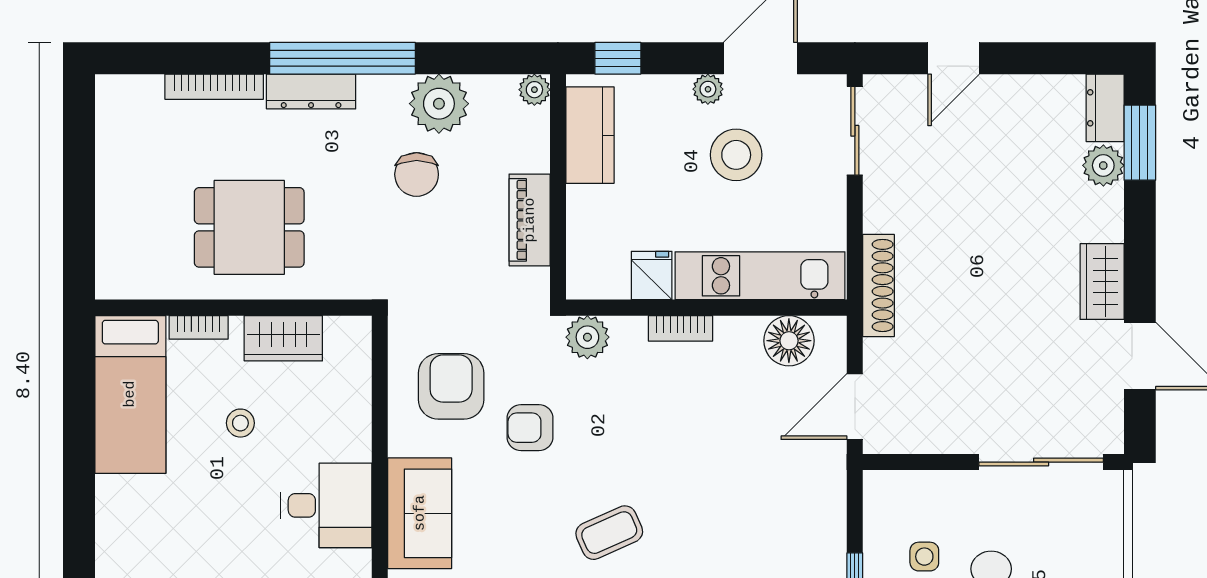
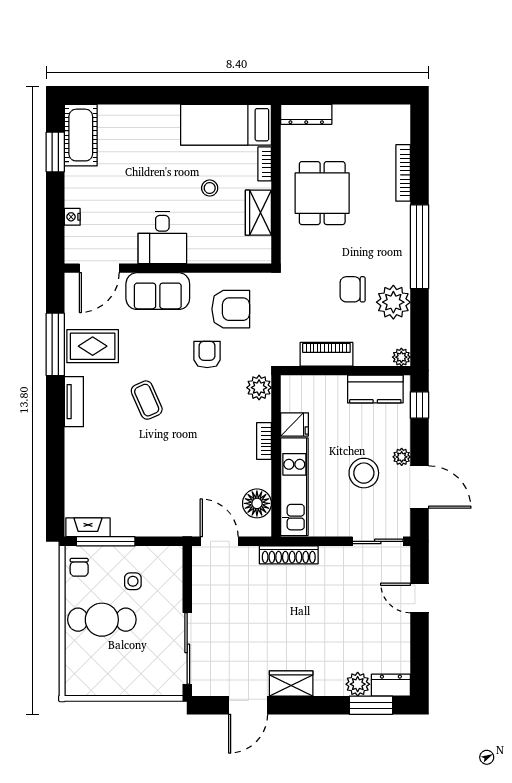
dresser: (311, 92) -> (306, 114), moved, turned -90

